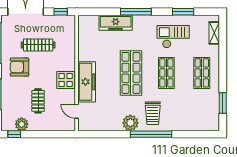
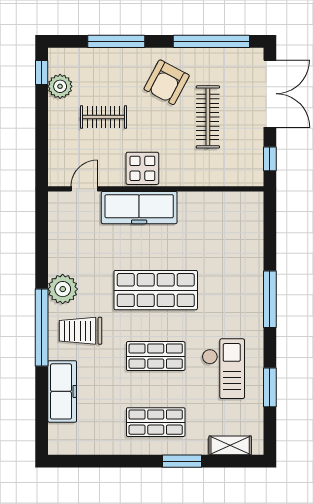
freezer: (116, 23) -> (62, 391), moved, turned 180
armchair: (19, 67) -> (167, 82), turned -152
window: (223, 103) -> (182, 461), moved

